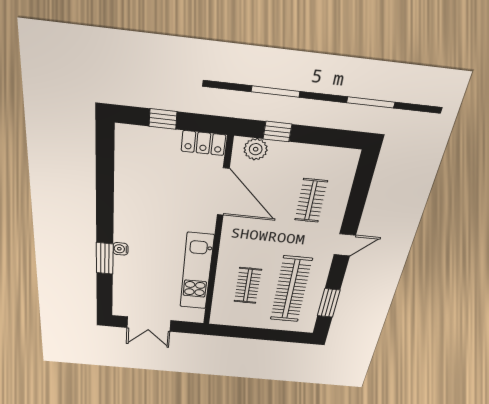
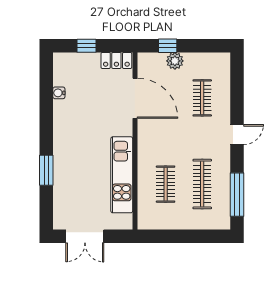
plant: (256, 149) -> (175, 61), moved
water cooler: (120, 249) -> (59, 93), moved
clothes rail: (291, 290) -> (202, 184), width x0.73, depth x0.76
window: (329, 303) -> (237, 195), width x1.44

